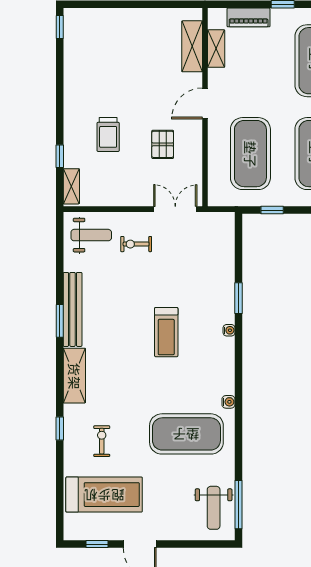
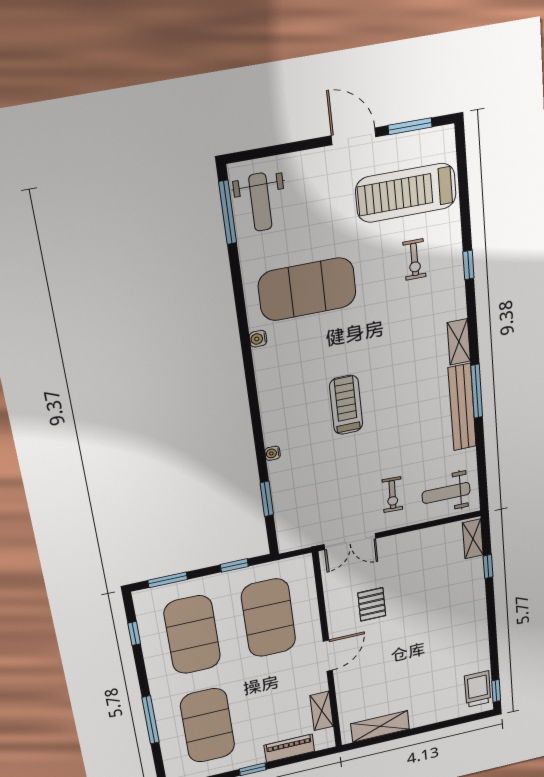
shelving: (192, 46) -> (380, 726), moved, turned 90
trolley: (108, 135) -> (478, 689), moved
exercise bike: (136, 244) -> (392, 495), turned 92
window: (238, 298) -> (267, 499), moved
window: (60, 321) -> (477, 391), width x1.44
water cooler: (229, 330) -> (273, 453), moved
shelving: (74, 376) -> (459, 342), width x0.67, depth x0.75
weight bench: (214, 508) -> (260, 202), turned 180
window: (97, 544) -> (410, 126), width x1.50

